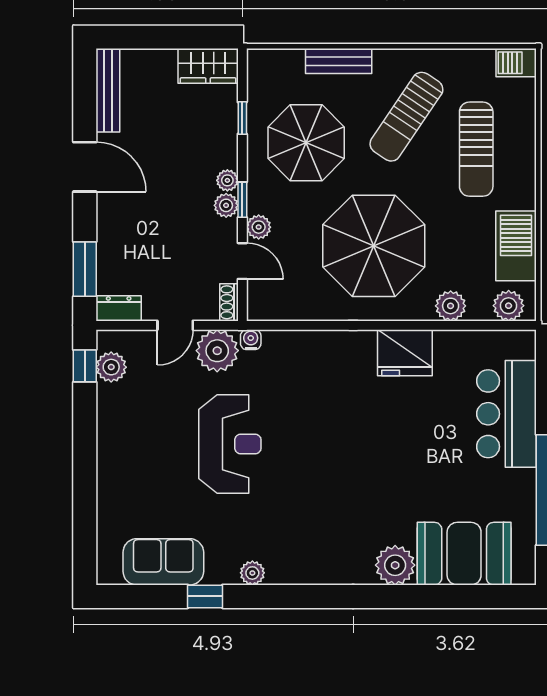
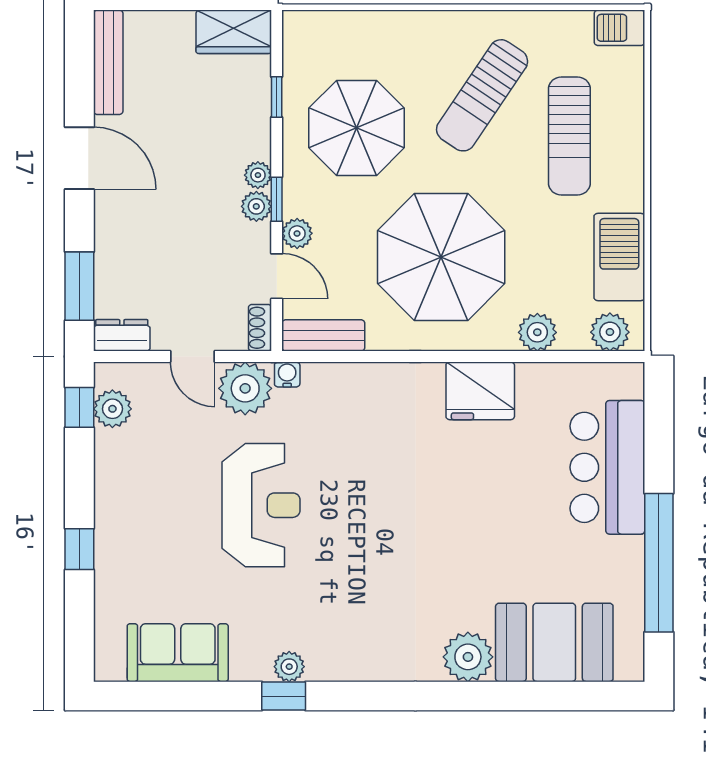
bench: (339, 61) -> (323, 335), moved
door: (175, 325) -> (193, 357), hinge flipped
window: (85, 479) -> (79, 549), added
window: (205, 596) -> (284, 696), moved

